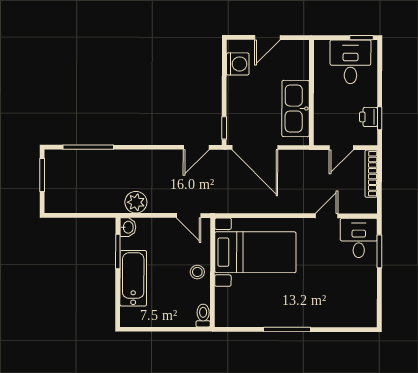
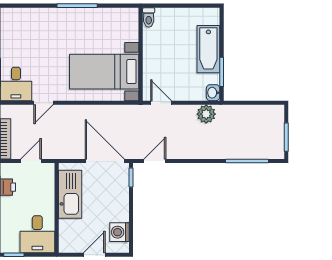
desk: (350, 62) -> (37, 234), moved
stool: (197, 272) -> (154, 55), removed

